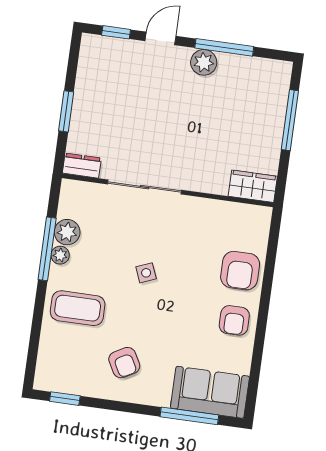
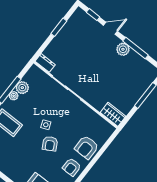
window: (66, 111) -> (59, 27), moved
armchair: (124, 363) -> (50, 144), moved

